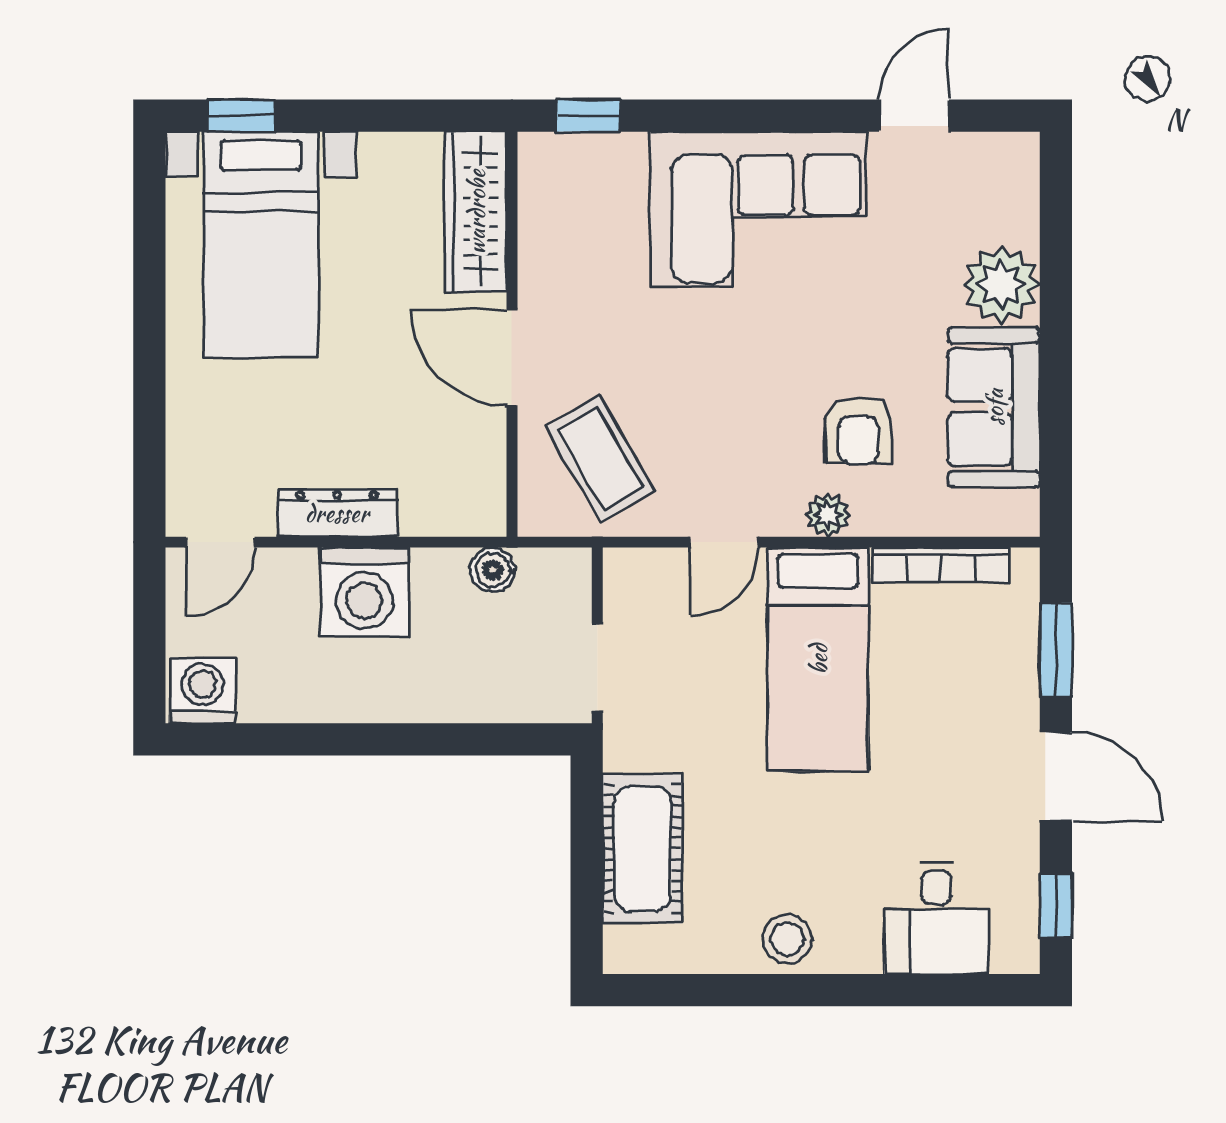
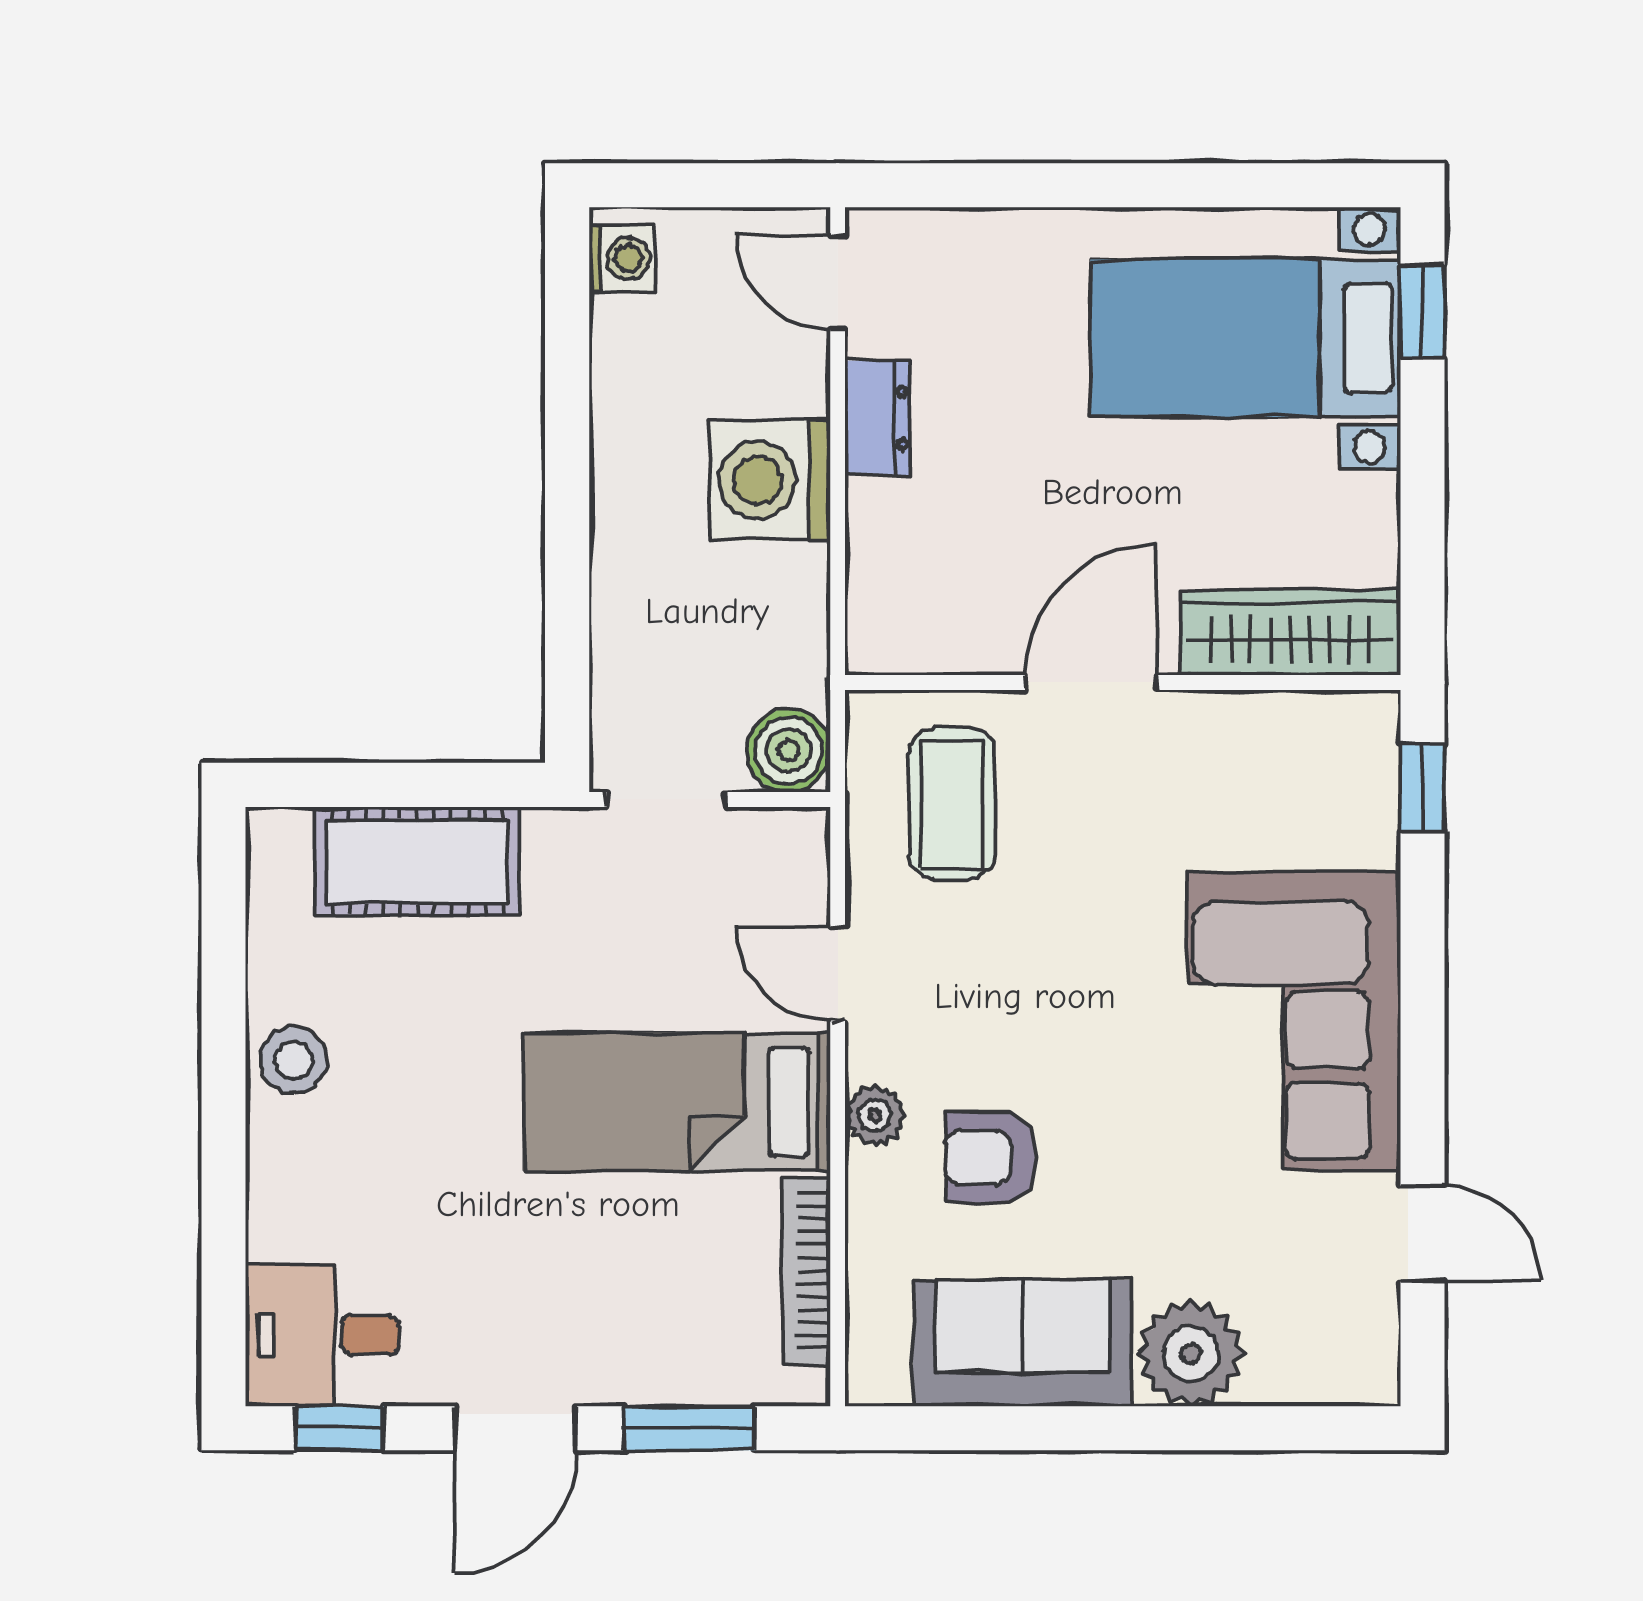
coffee table: (600, 459) -> (952, 804), turned -60
dresser: (337, 513) -> (877, 418), width x0.70
boiler: (493, 570) -> (788, 750), moved, width x1.36, depth x1.36
washing machine: (203, 691) -> (622, 258), width x0.73, depth x0.73
desk: (936, 918) -> (322, 1335), moved

